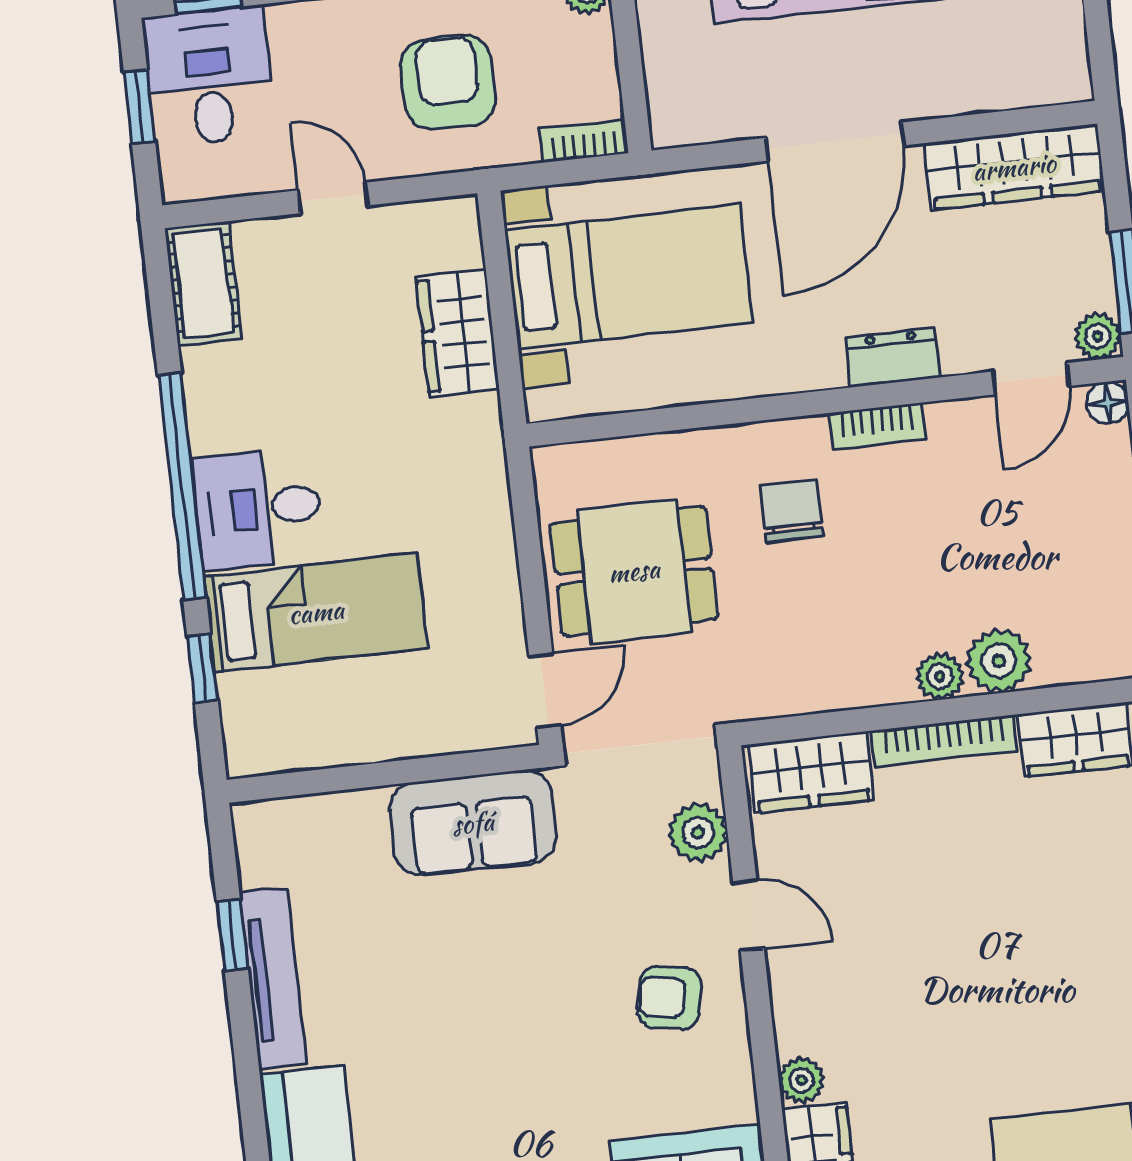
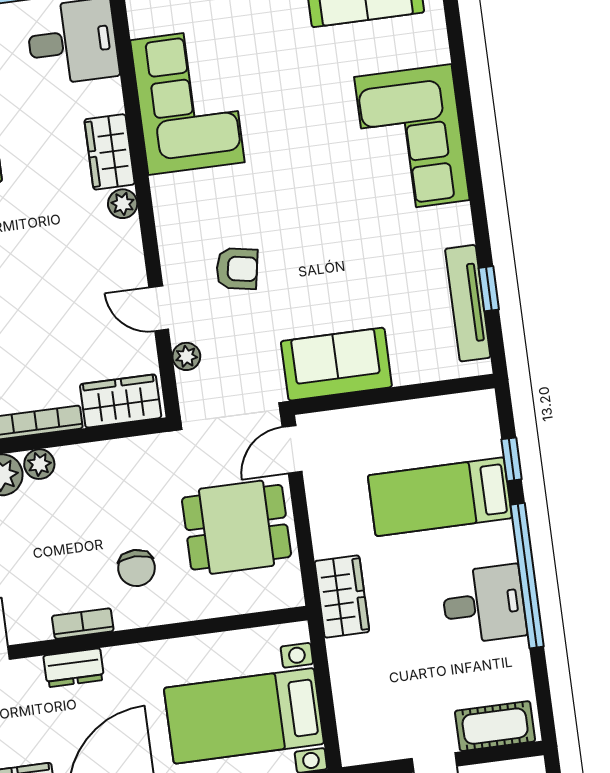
cot: (203, 283) -> (495, 726), moved, turned 90
wardrobe: (458, 333) -> (342, 597), moved
desk: (258, 508) -> (484, 604), moved
plant: (698, 832) -> (186, 356), width x0.73, depth x0.73
tv unit: (273, 979) -> (468, 303), moved
armchair: (669, 998) -> (237, 269), moved

